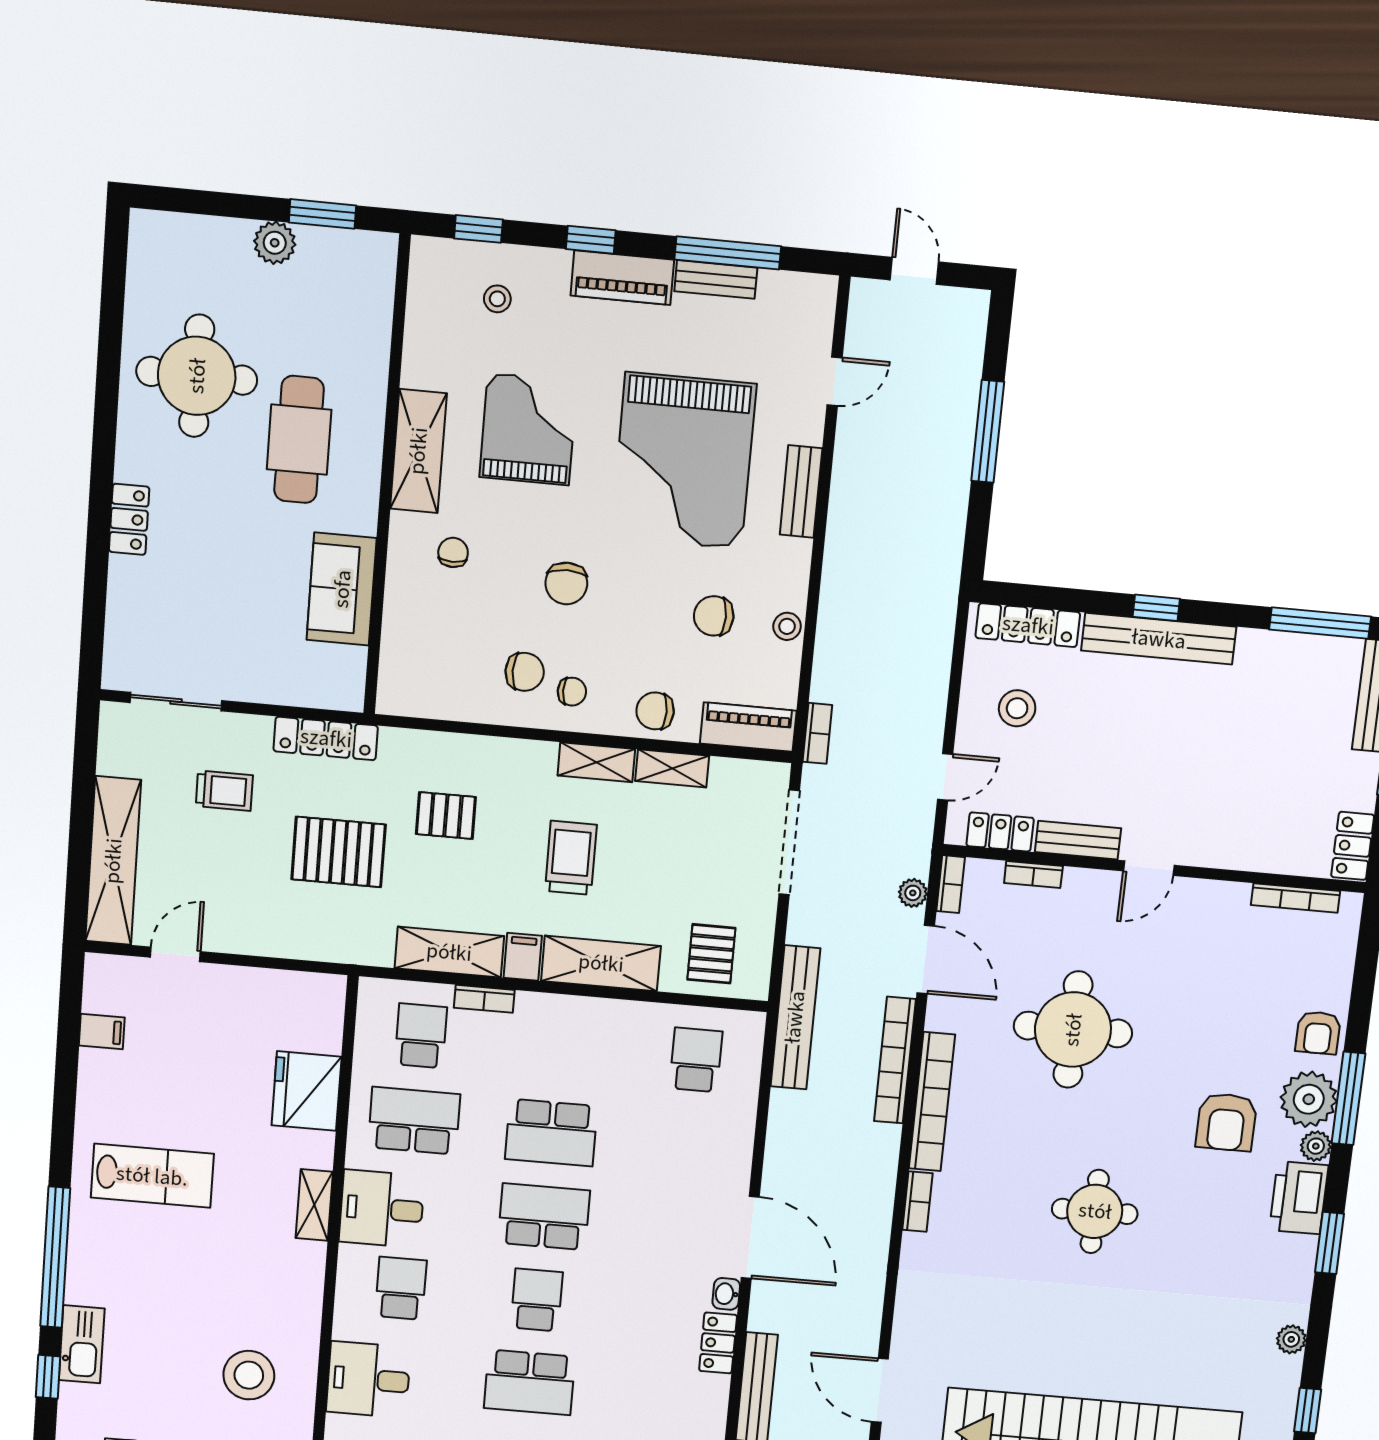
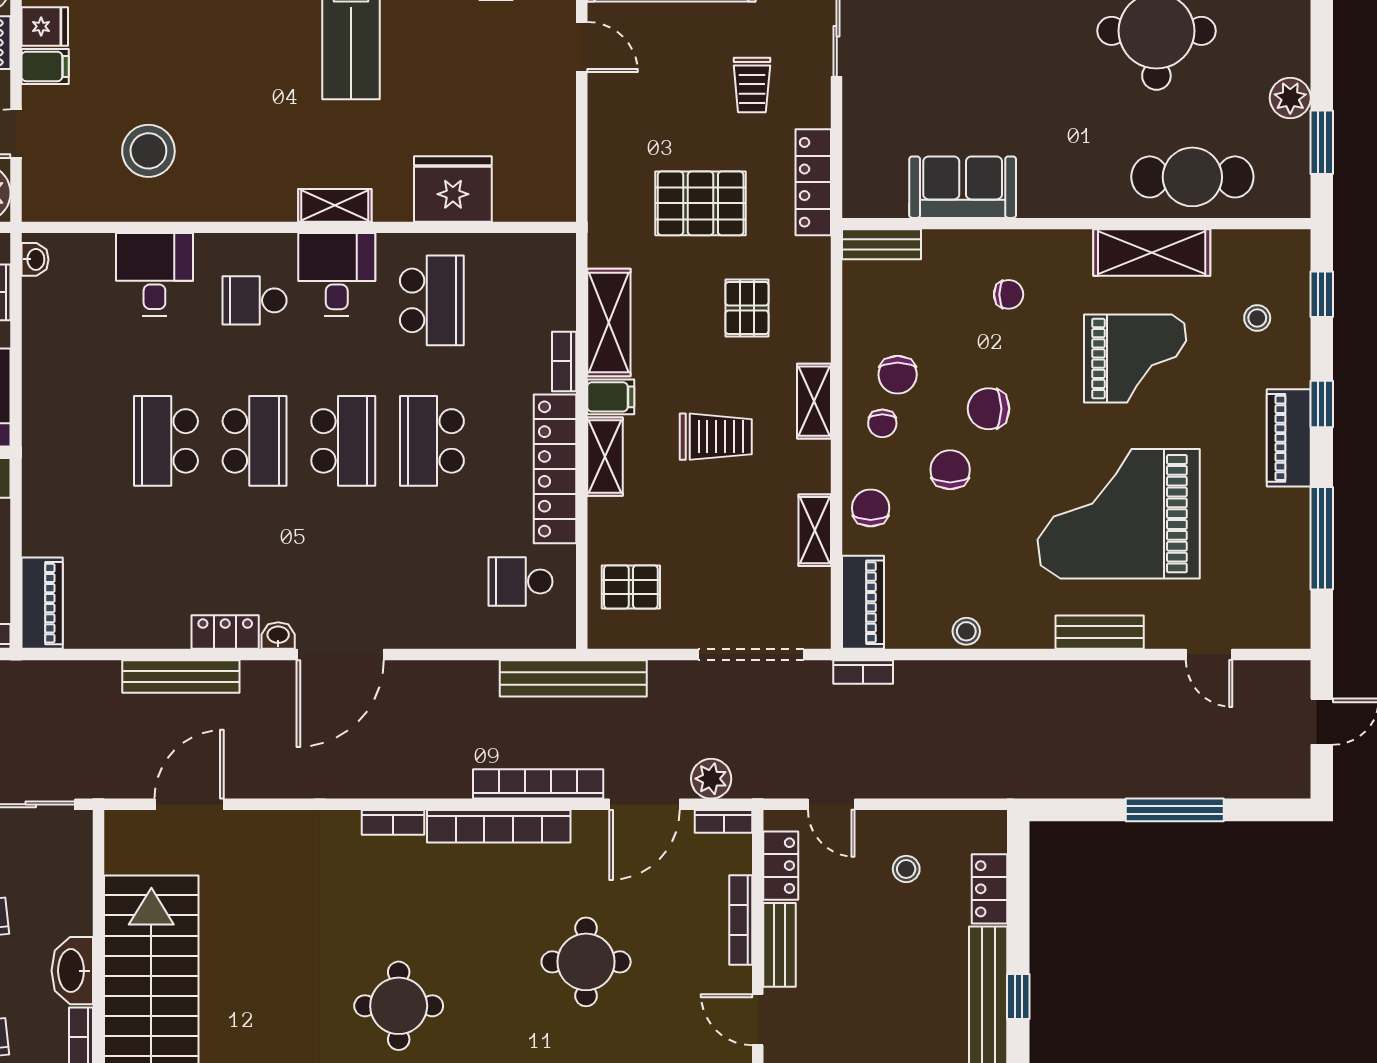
bench: (716, 279) -> (882, 244), moved, turned 90
cafe table: (299, 440) -> (1192, 177), moved
shelving: (418, 451) -> (1152, 253), moved
chair: (714, 616) -> (950, 470), moved
locker: (1028, 625) -> (989, 889), width x0.66
stool: (1017, 708) -> (906, 869), width x0.73, depth x0.73
shelving: (596, 762) -> (814, 401), moved
pallet: (339, 852) -> (701, 203), turned 90
bookcase: (1033, 875) -> (741, 920), width x1.56
plant: (913, 893) -> (711, 779), width x1.38, depth x1.38
shelving: (601, 963) -> (605, 457), width x0.67, depth x0.75
locker: (589, 1017) -> (555, 469), added
round table: (1073, 1030) -> (586, 962), width x0.73, depth x0.73
school desk: (421, 1036) -> (521, 300), removed
school desk: (696, 1060) -> (521, 581), turned 180
school desk: (401, 1288) -> (255, 300), turned 180
school desk: (537, 1300) -> (255, 441), width x1.85

